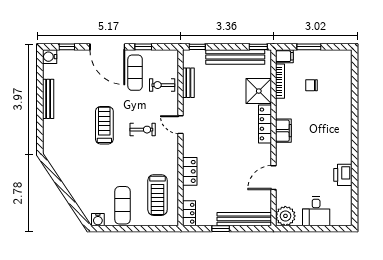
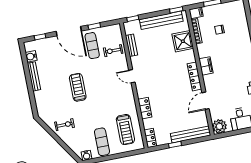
water cooler: (50, 57) -> (31, 56), moved
locker: (265, 124) -> (194, 76), moved
exercise bike: (143, 130) -> (65, 125), moved

